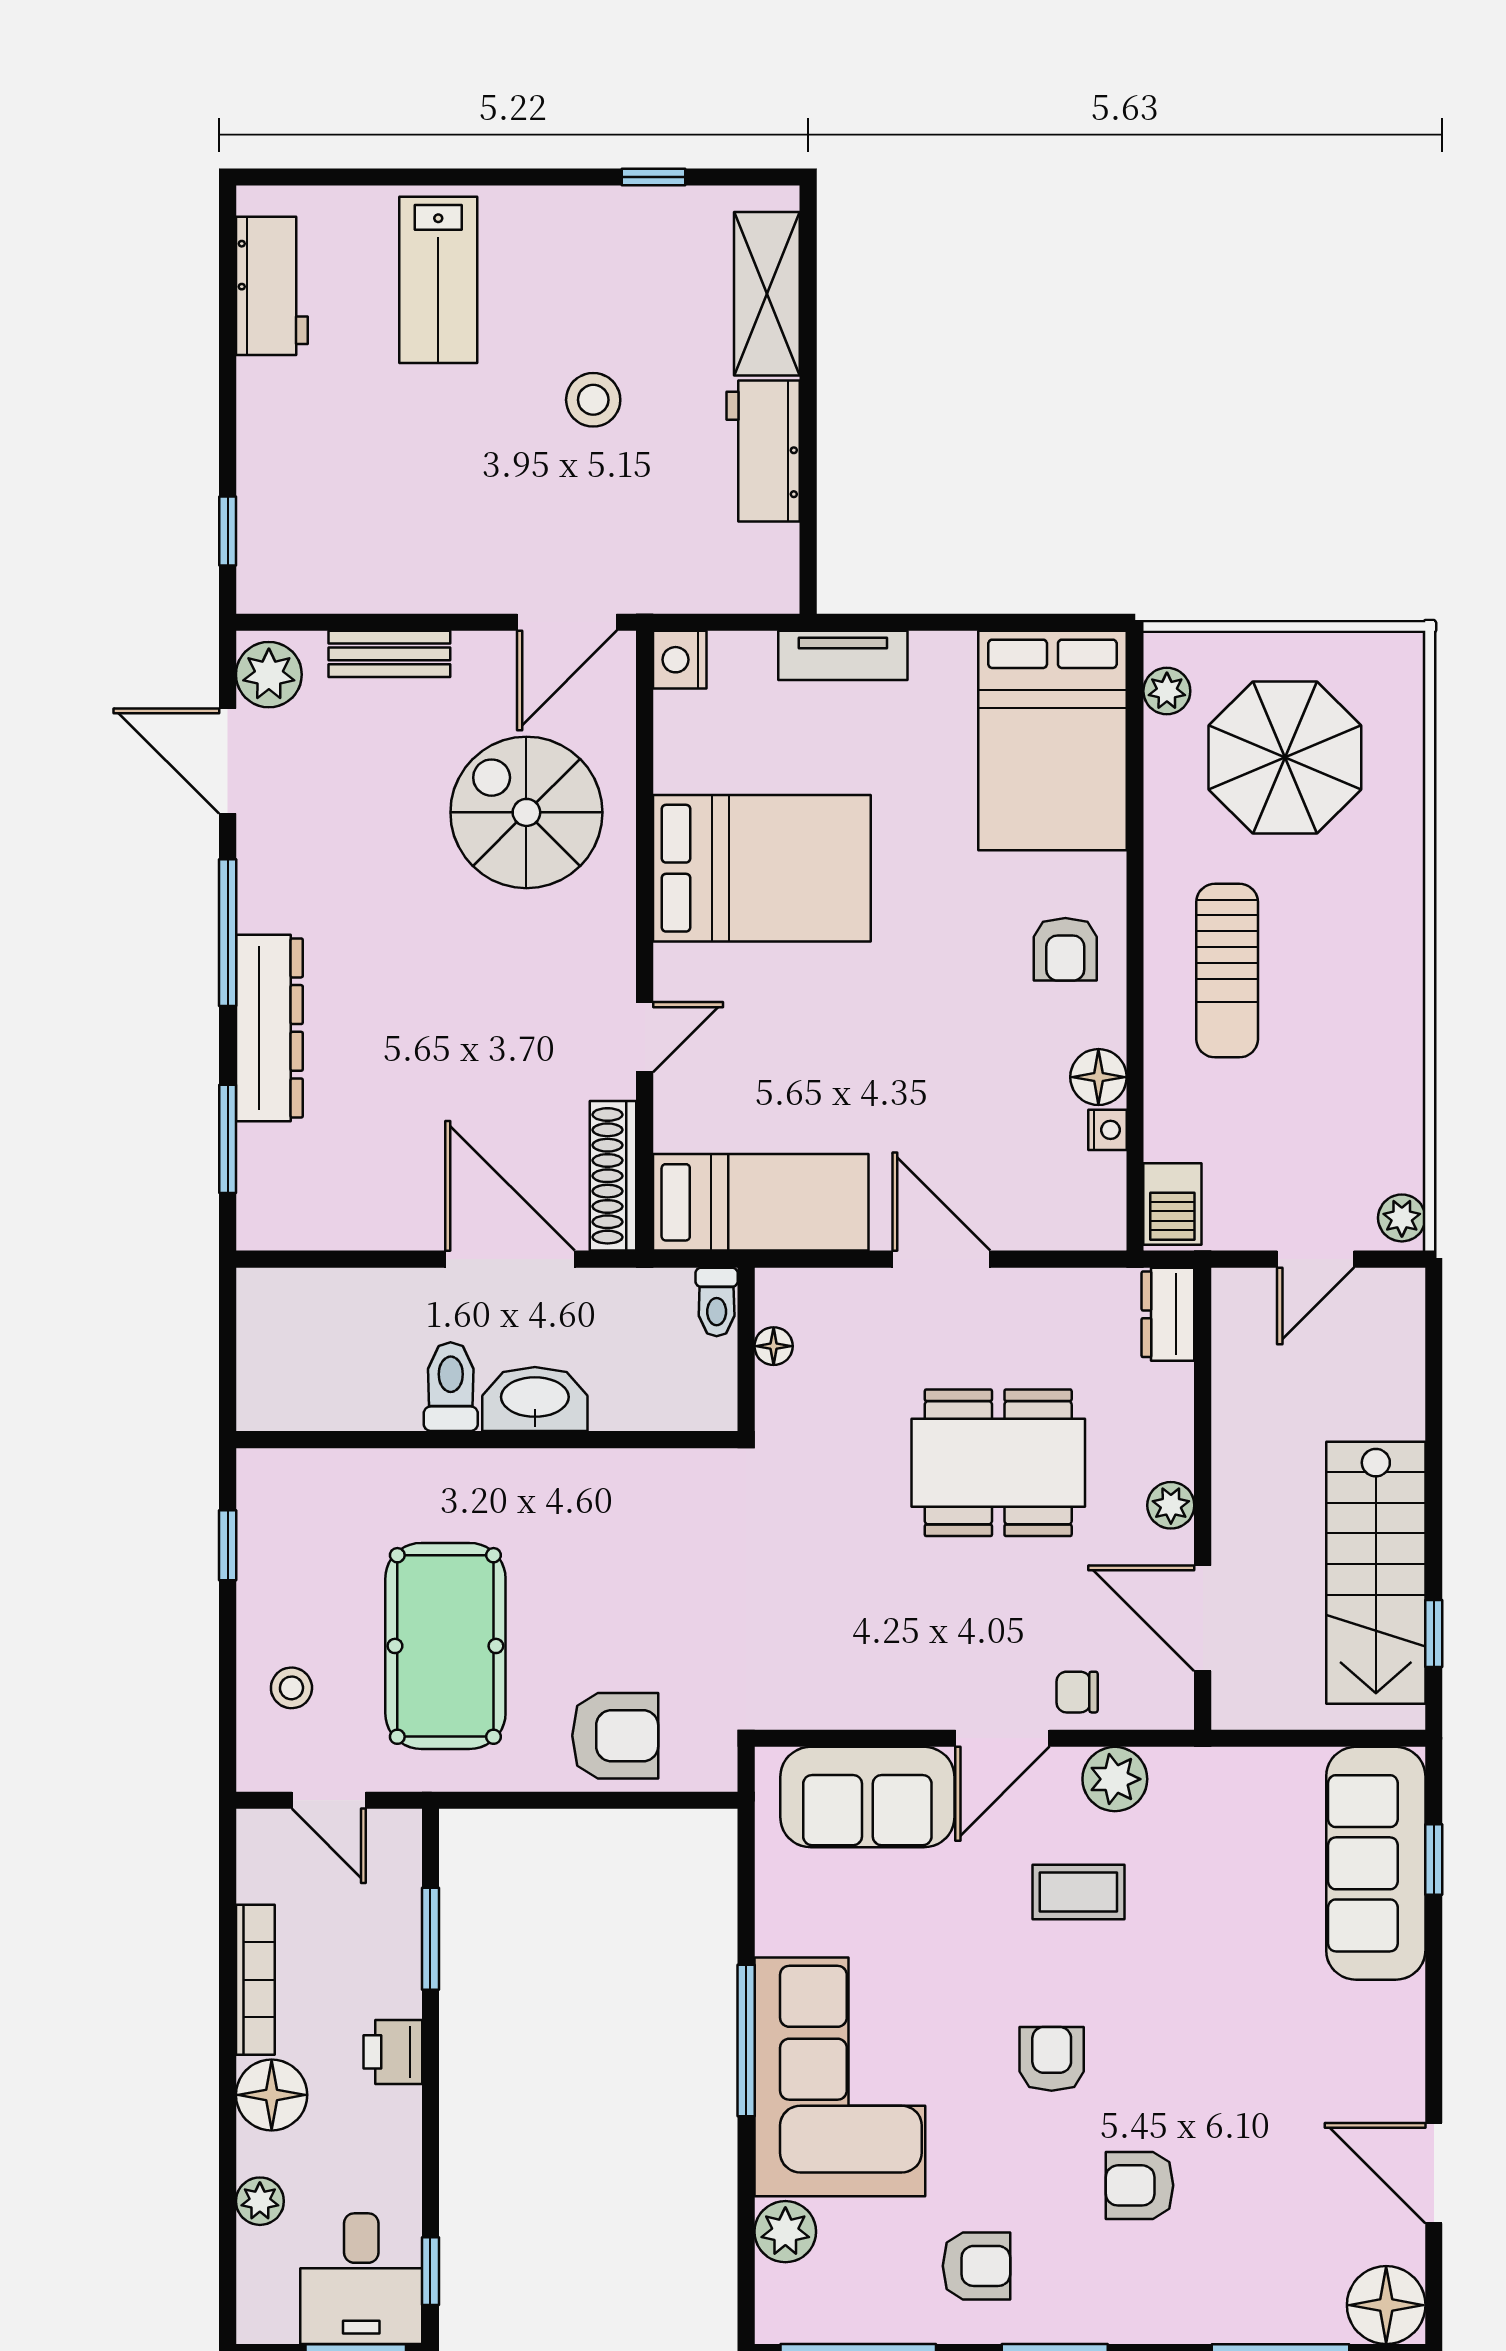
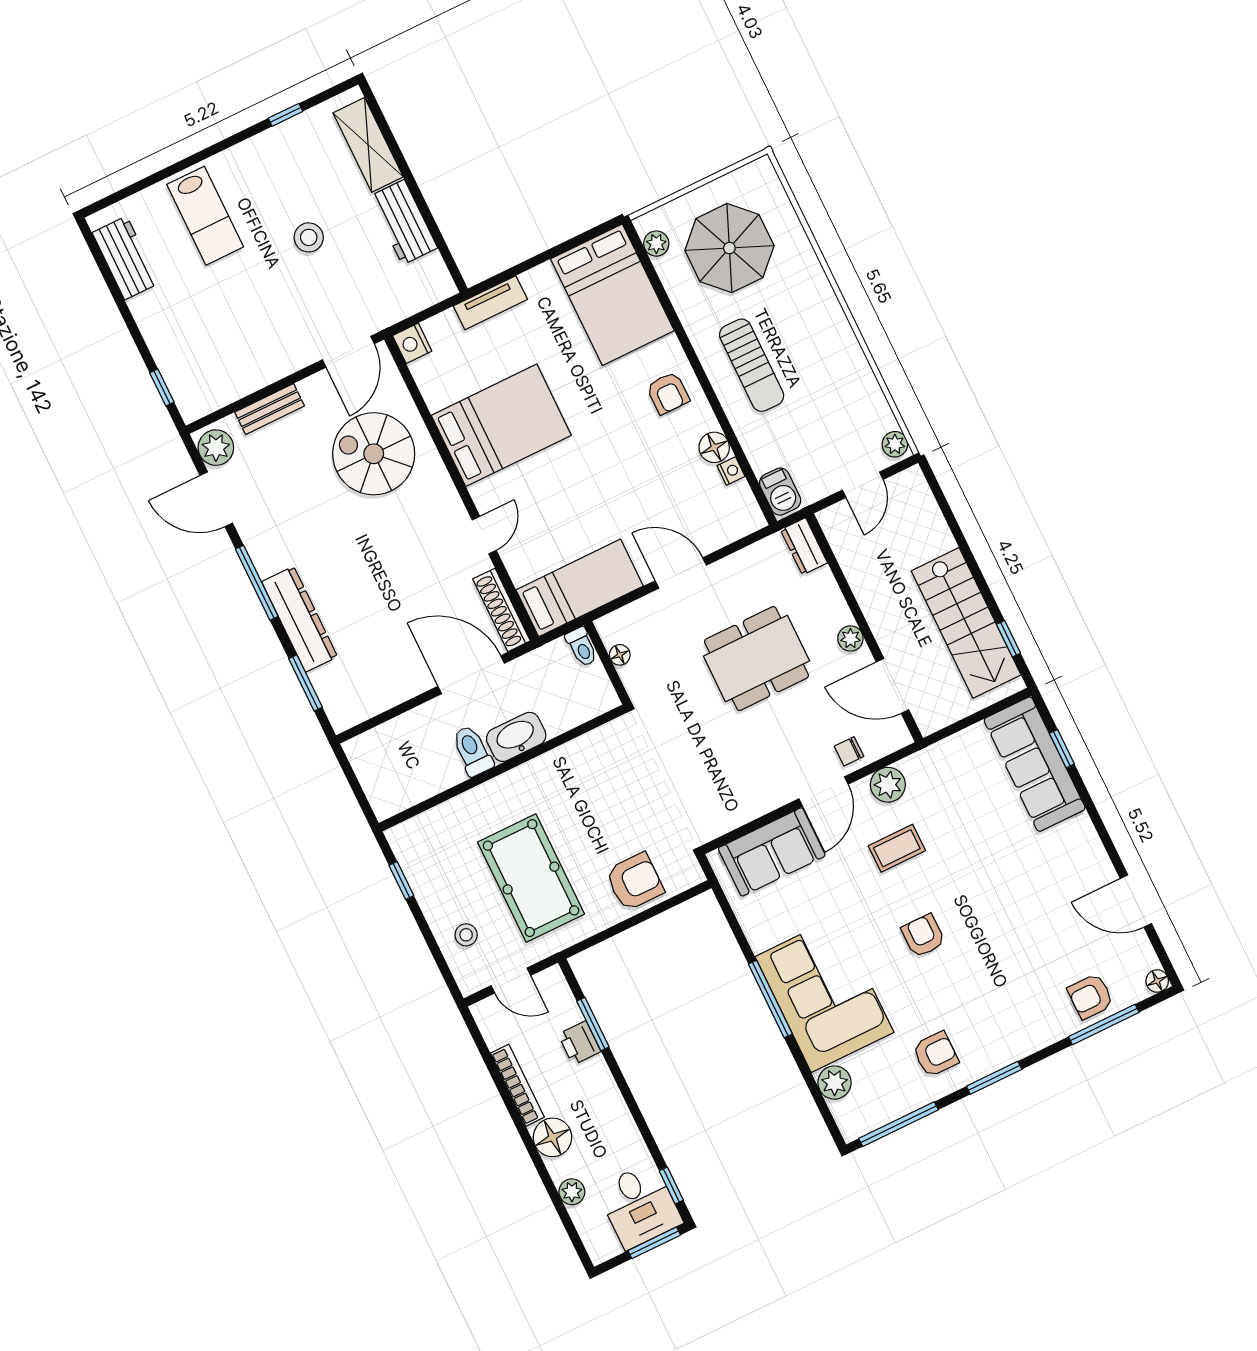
printer: (393, 2052) -> (579, 1043), moved
armchair: (1140, 2185) -> (1090, 996), moved
floor lamp: (1386, 2305) -> (1157, 981), width x0.53, depth x0.53

